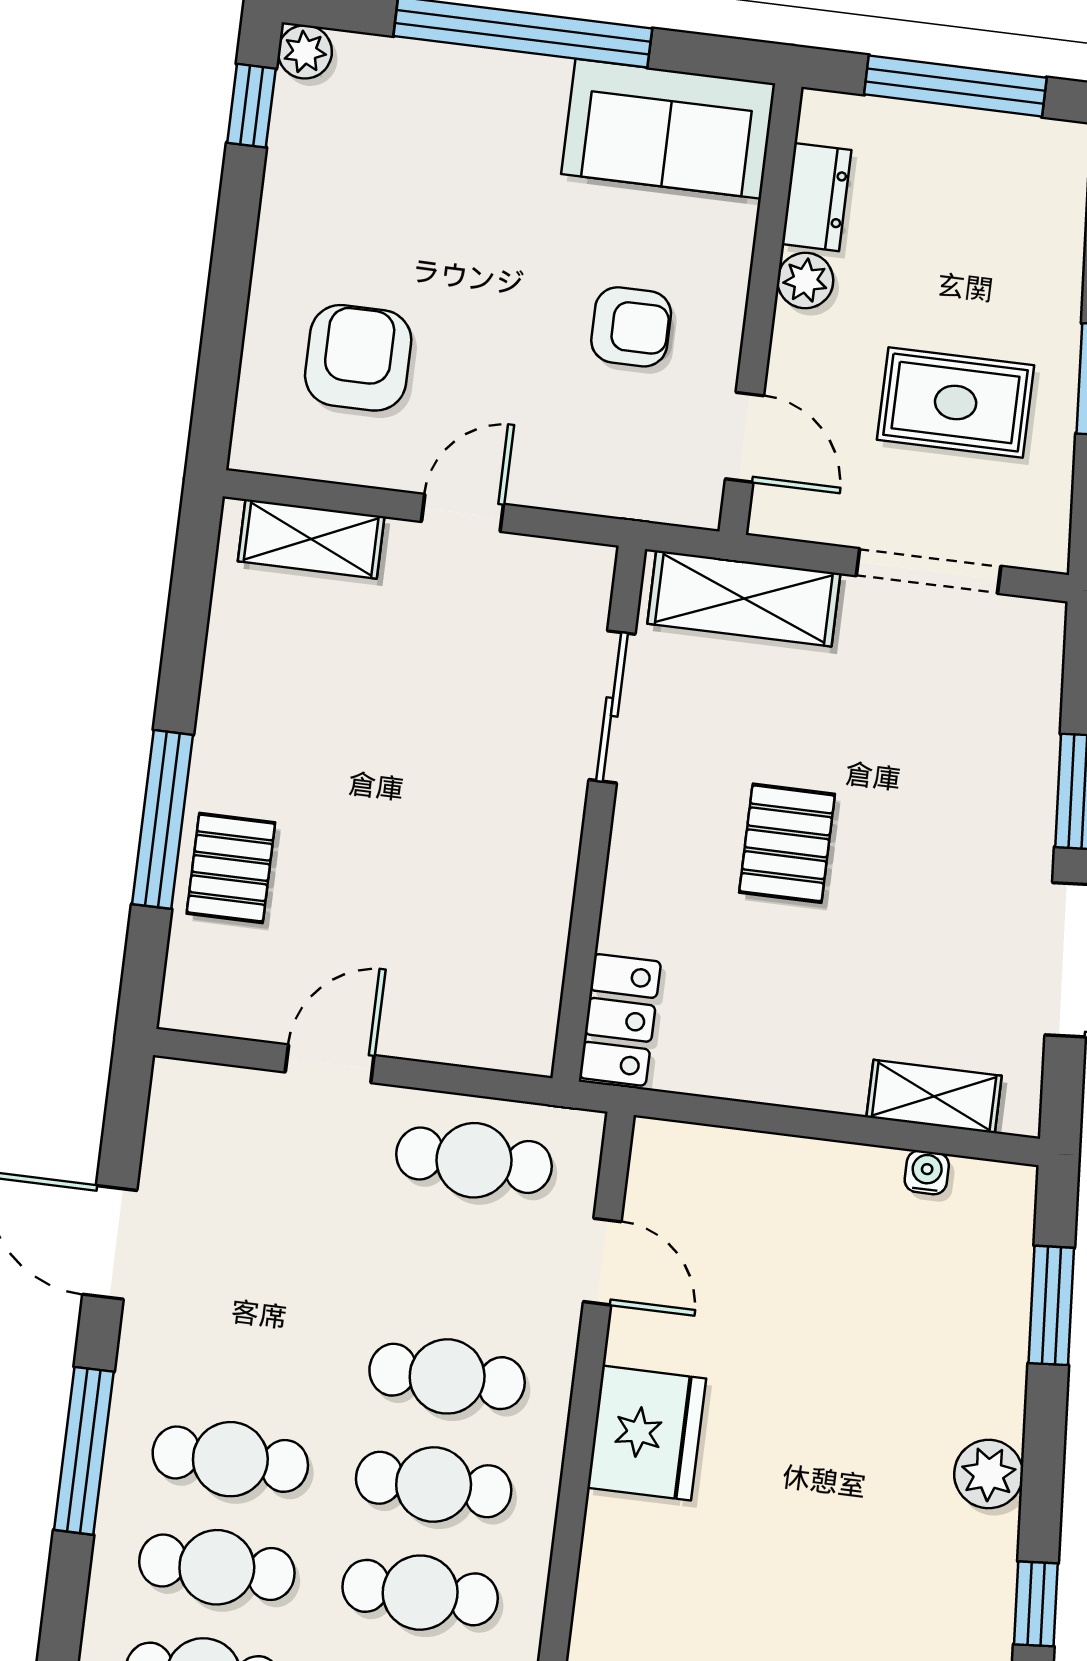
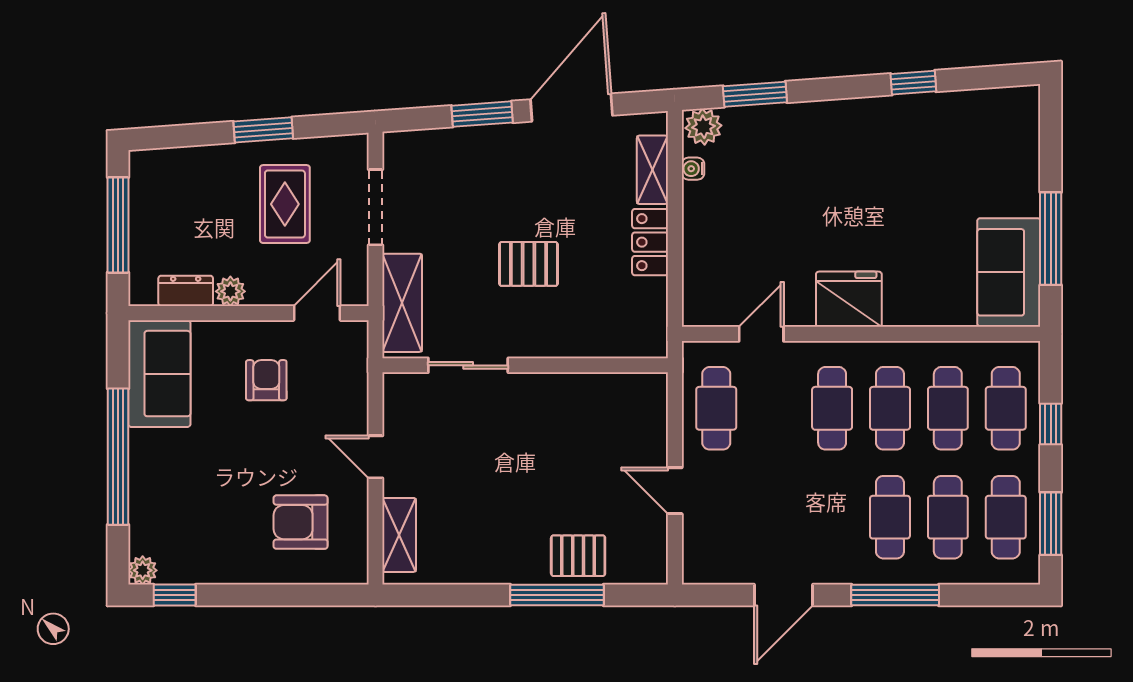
locker: (620, 1020) -> (650, 242), moved, turned -90
plant: (989, 1474) -> (703, 127), moved

